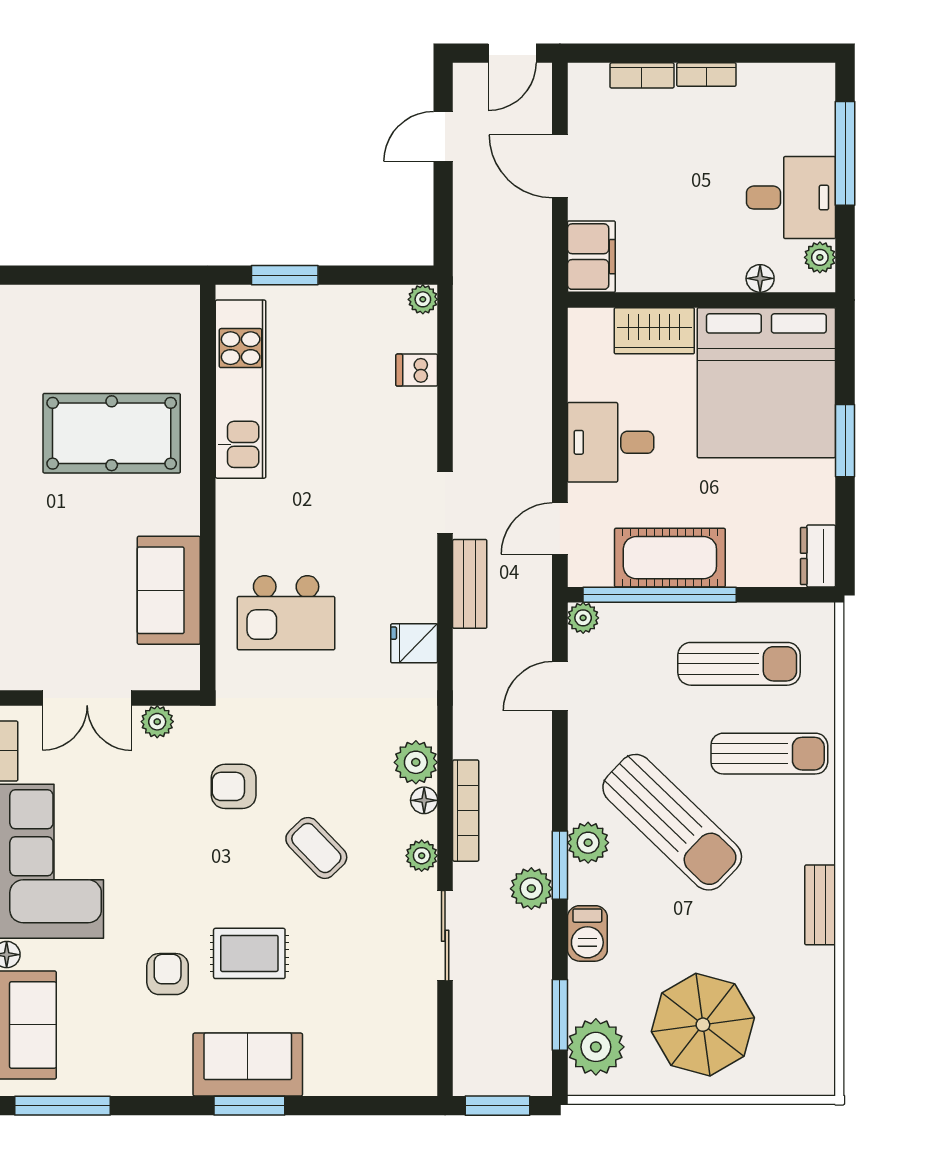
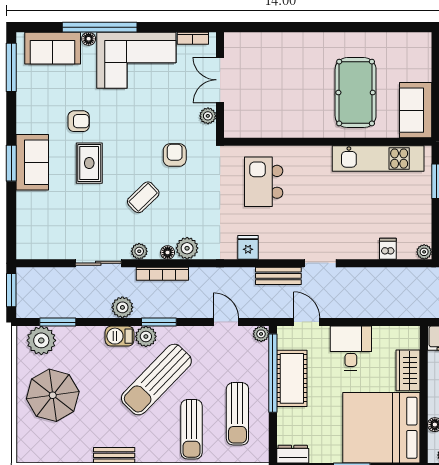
sofa: (169, 590) -> (416, 110), moved, turned -90
window: (560, 865) -> (159, 322), moved
barbecue: (587, 933) -> (120, 336), moved

